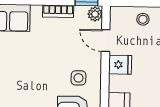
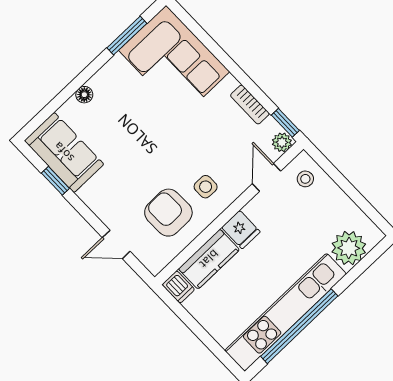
stool: (143, 19) -> (305, 179), moved
fridge: (120, 65) -> (241, 230), moved

